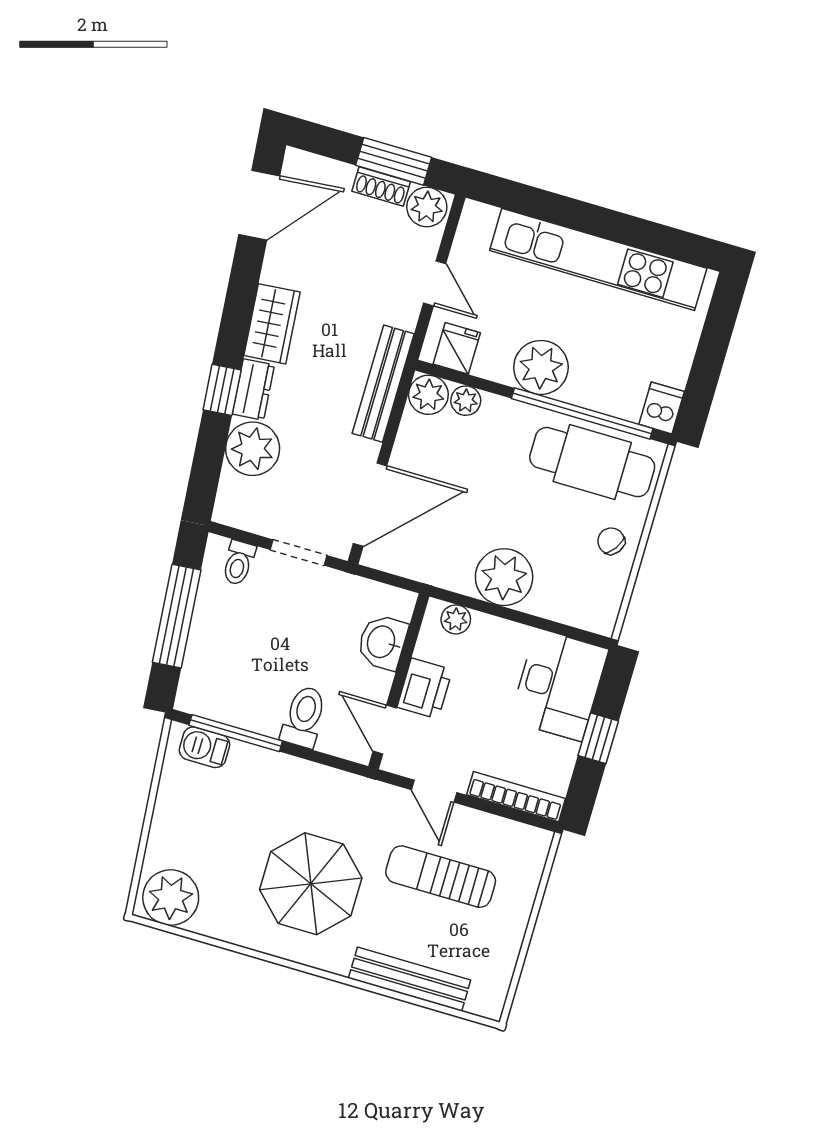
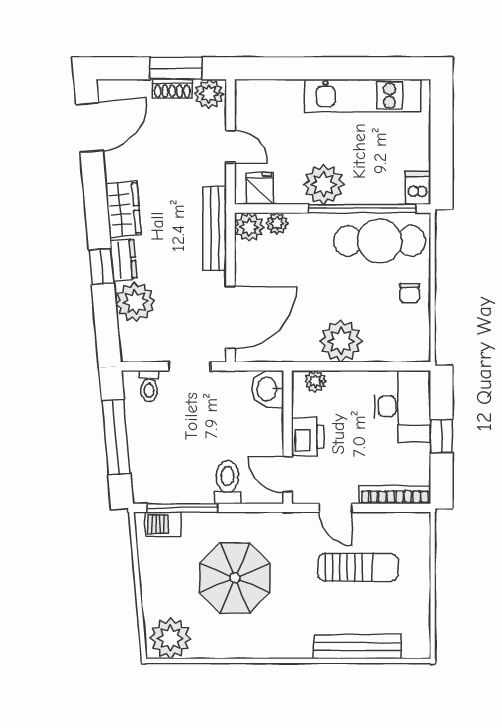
kitchen unit: (598, 259) -> (363, 96), width x0.73
chair: (611, 541) -> (410, 293), turned -125
washbasin: (382, 642) -> (268, 389), moved
sun lounger: (441, 877) -> (358, 567), turned 180
parasol: (311, 884) -> (235, 578), moved

